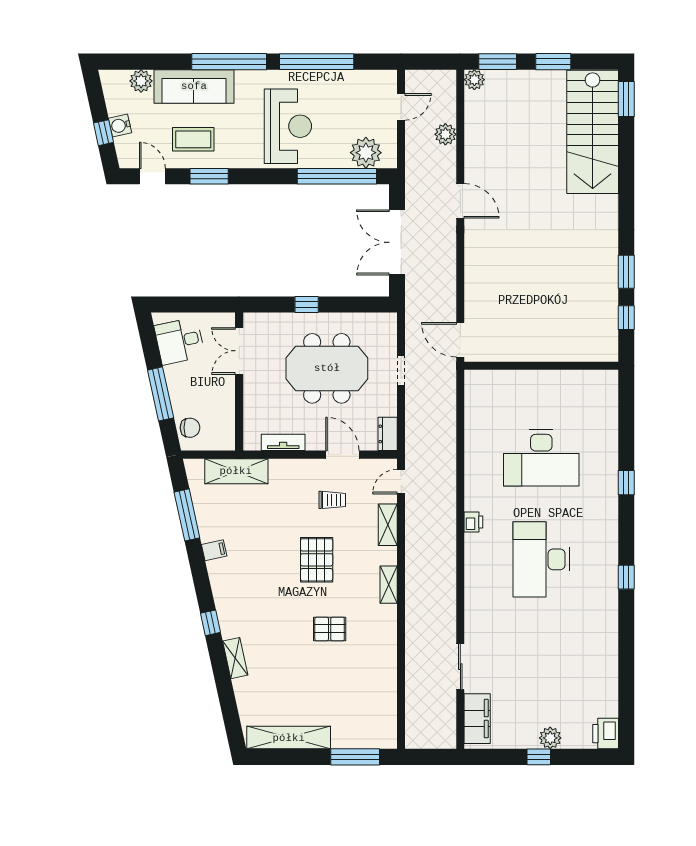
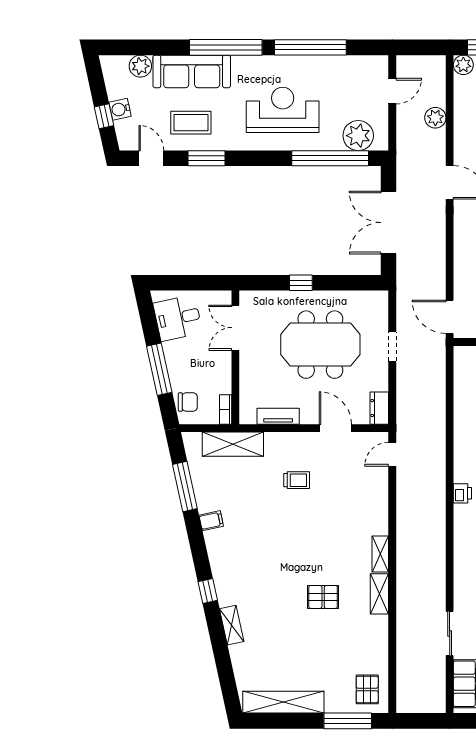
reception desk: (288, 126) -> (283, 110), turned -90
bookcase: (229, 435) -> (226, 409), added
trolley: (332, 500) -> (297, 480), moved
shelving: (388, 525) -> (379, 594), moved
pallet: (317, 560) -> (367, 689), moved, width x0.67, depth x0.71

